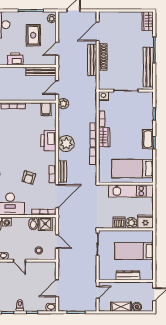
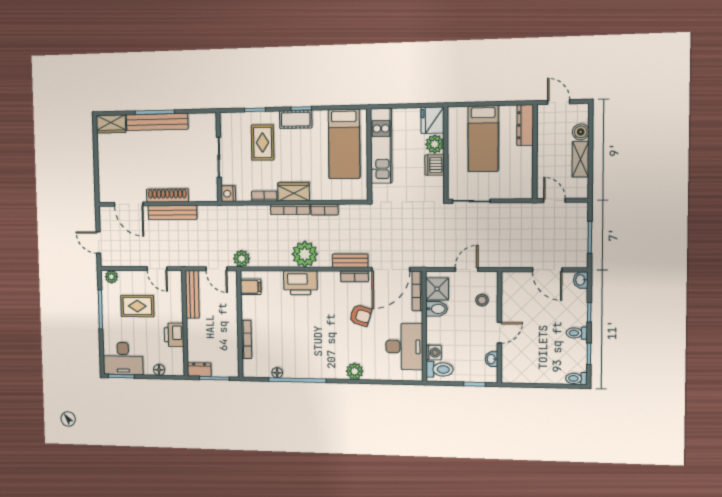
bench: (148, 67) -> (157, 122), moved
rug: (134, 118) -> (263, 143), added
door: (57, 196) -> (391, 269), swing flipped
dresser: (128, 275) -> (525, 125), moved

